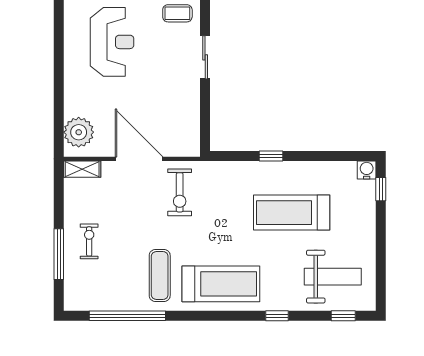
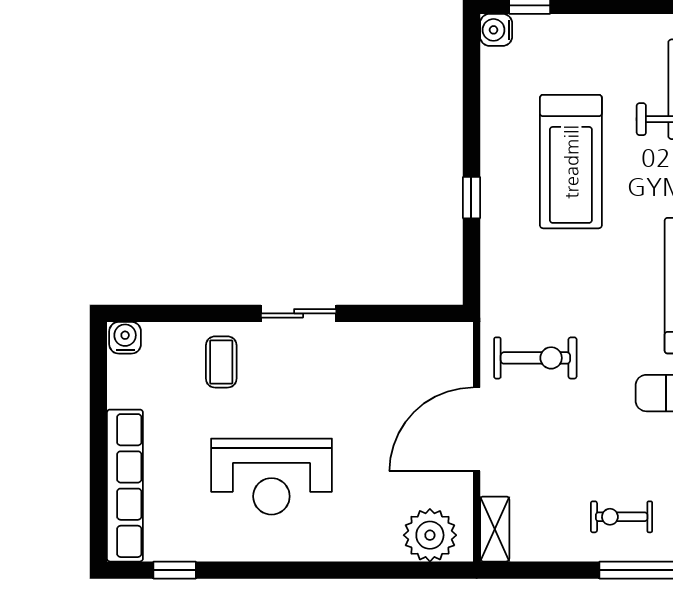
reception desk: (112, 42) -> (271, 477), turned 180

